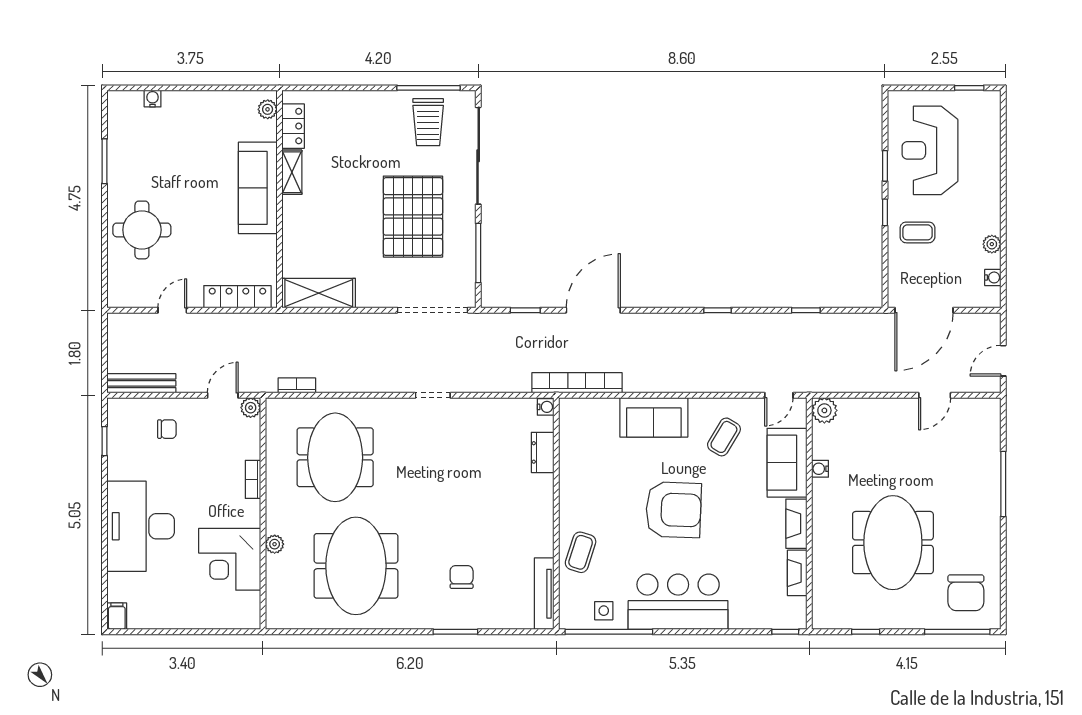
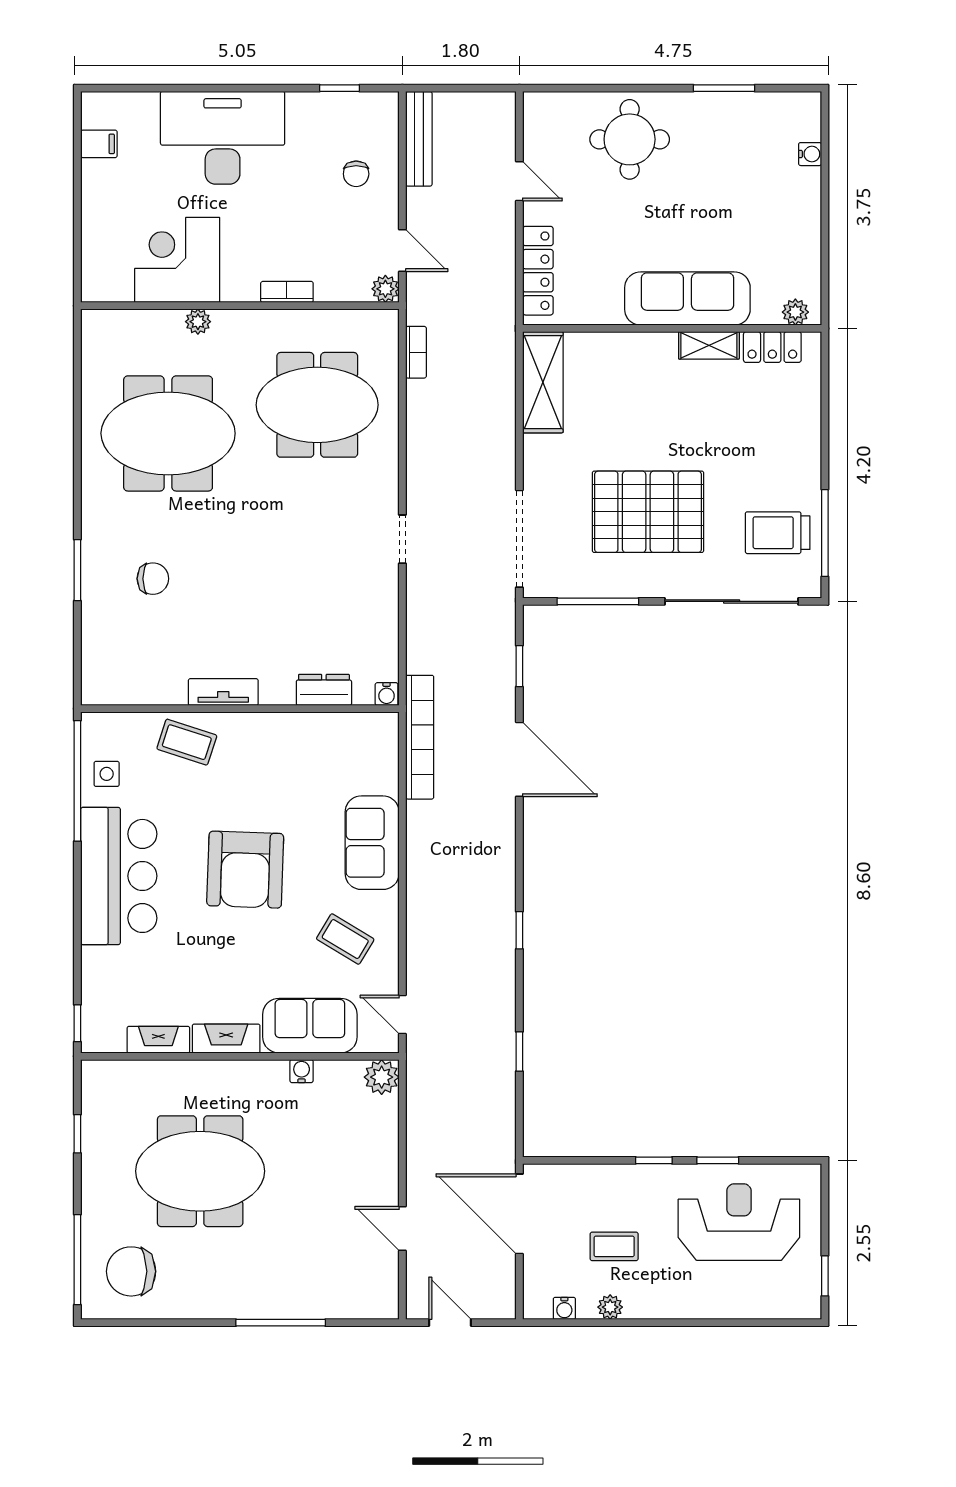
coffee table: (917, 232) -> (614, 1246), moved, turned 90
tv unit: (544, 594) -> (223, 692), moved, width x0.71
filing cabinet: (117, 616) -> (99, 144), moved

